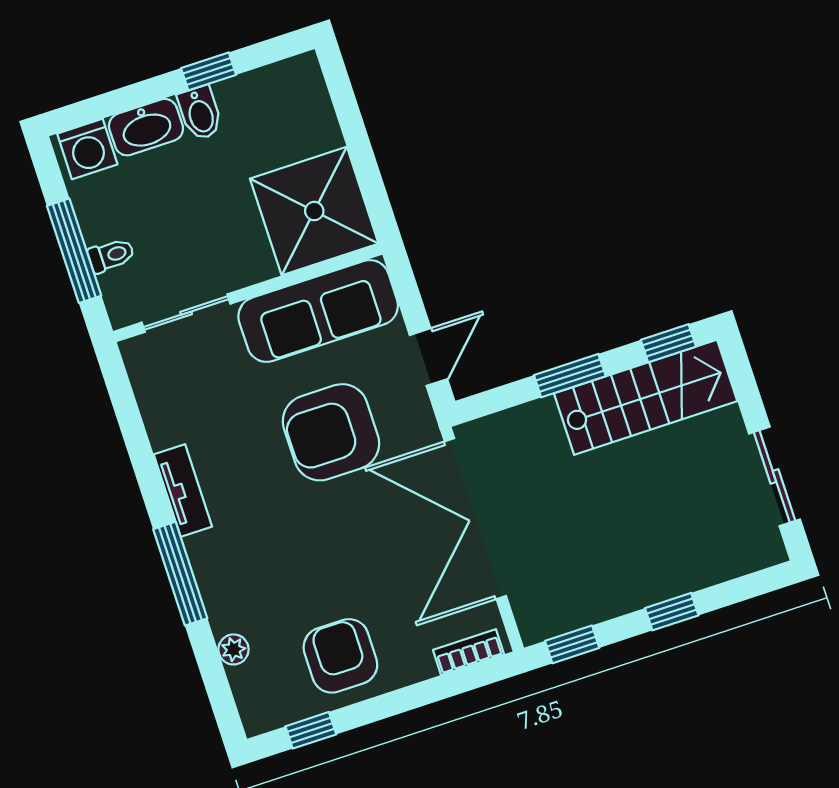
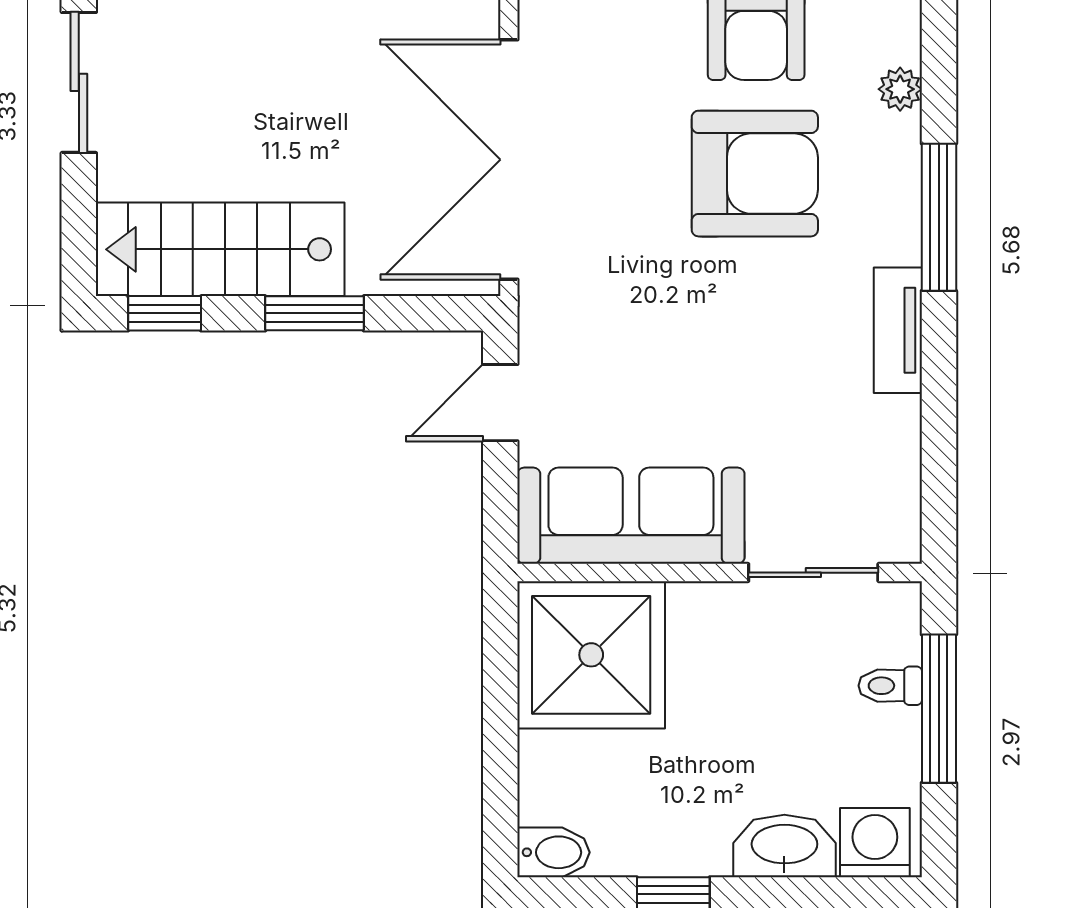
bidet: (200, 113) -> (554, 852), moved, turned 90
armchair: (331, 432) -> (755, 174), moved
double door: (475, 519) -> (509, 160), swing flipped

